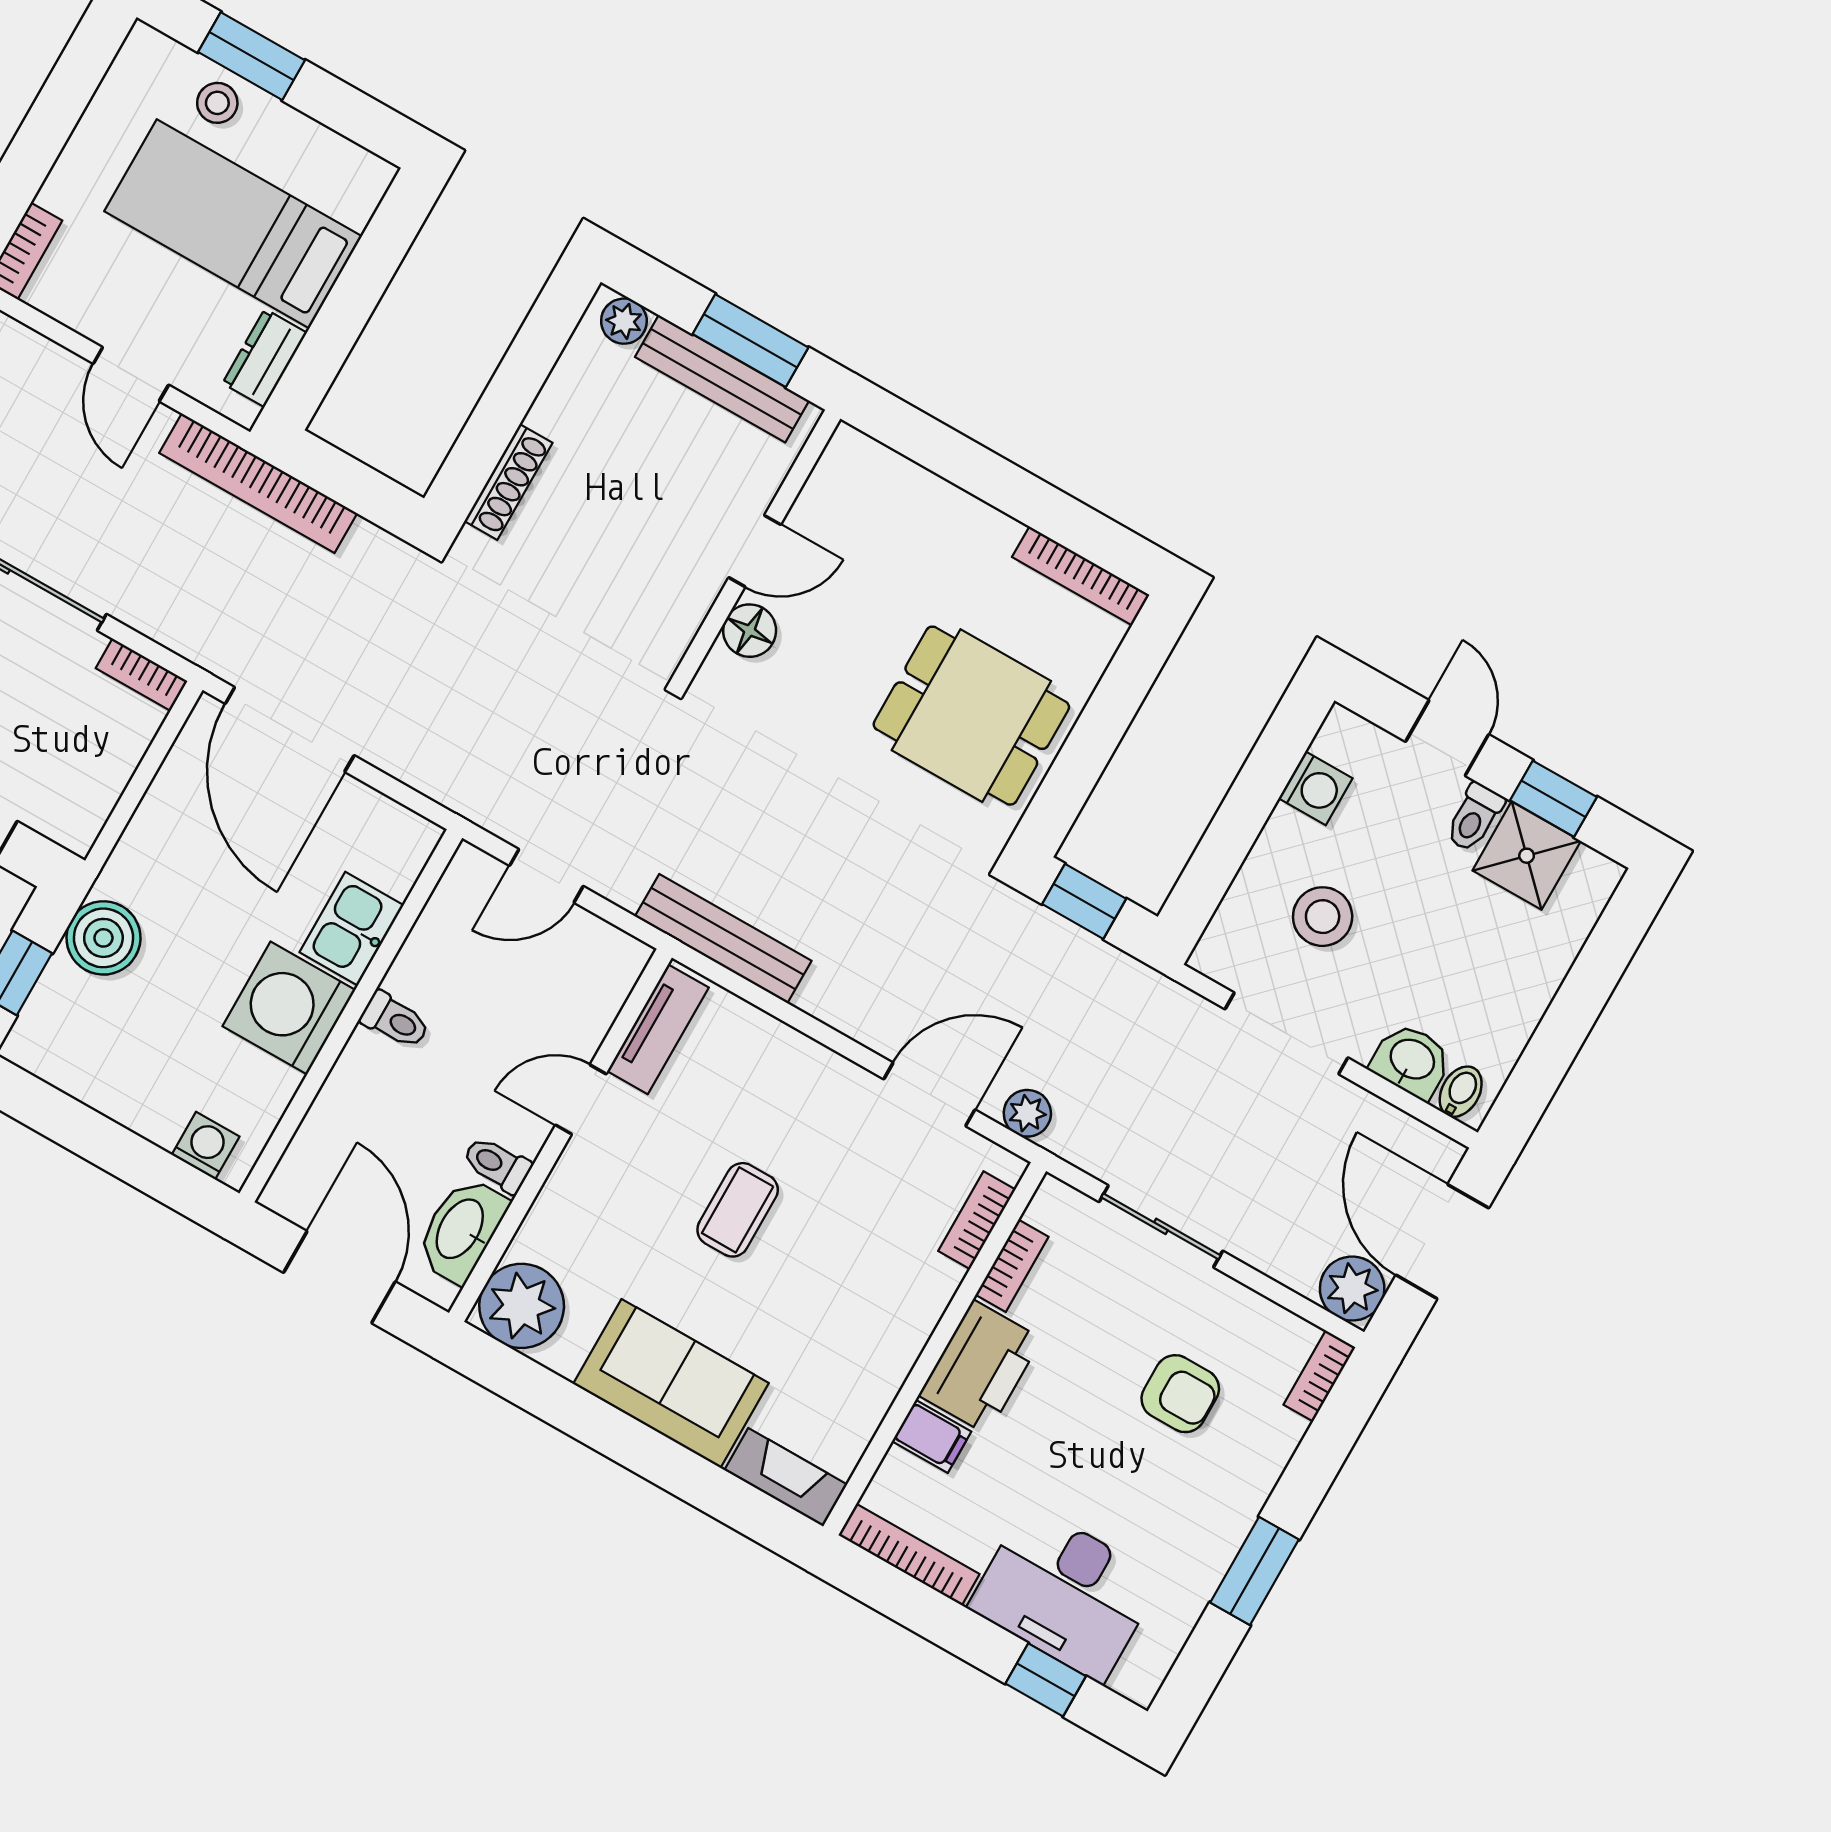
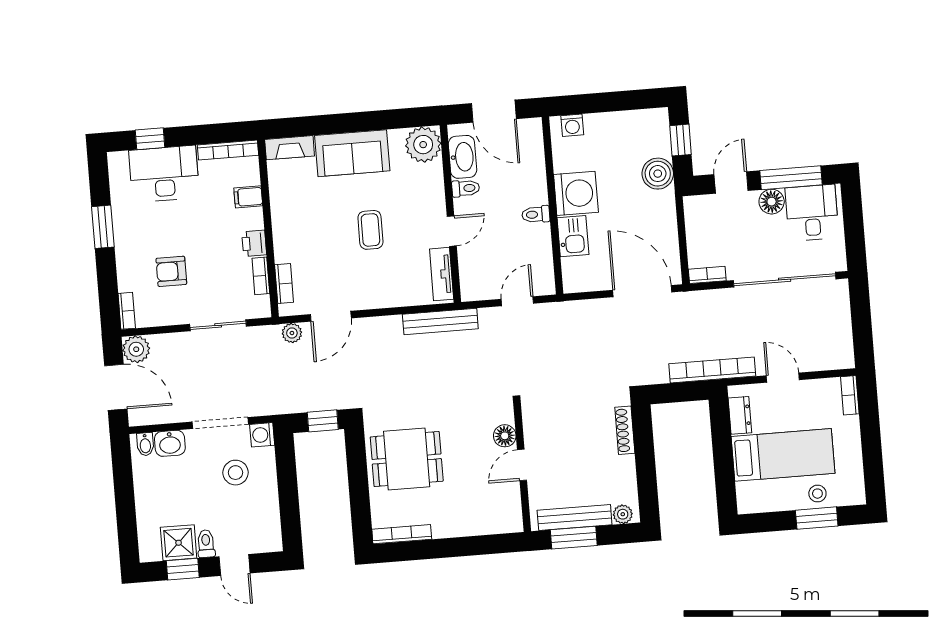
washing machine: (1315, 788) -> (262, 435), moved
printer: (980, 1367) -> (254, 243), width x0.53, depth x0.68

